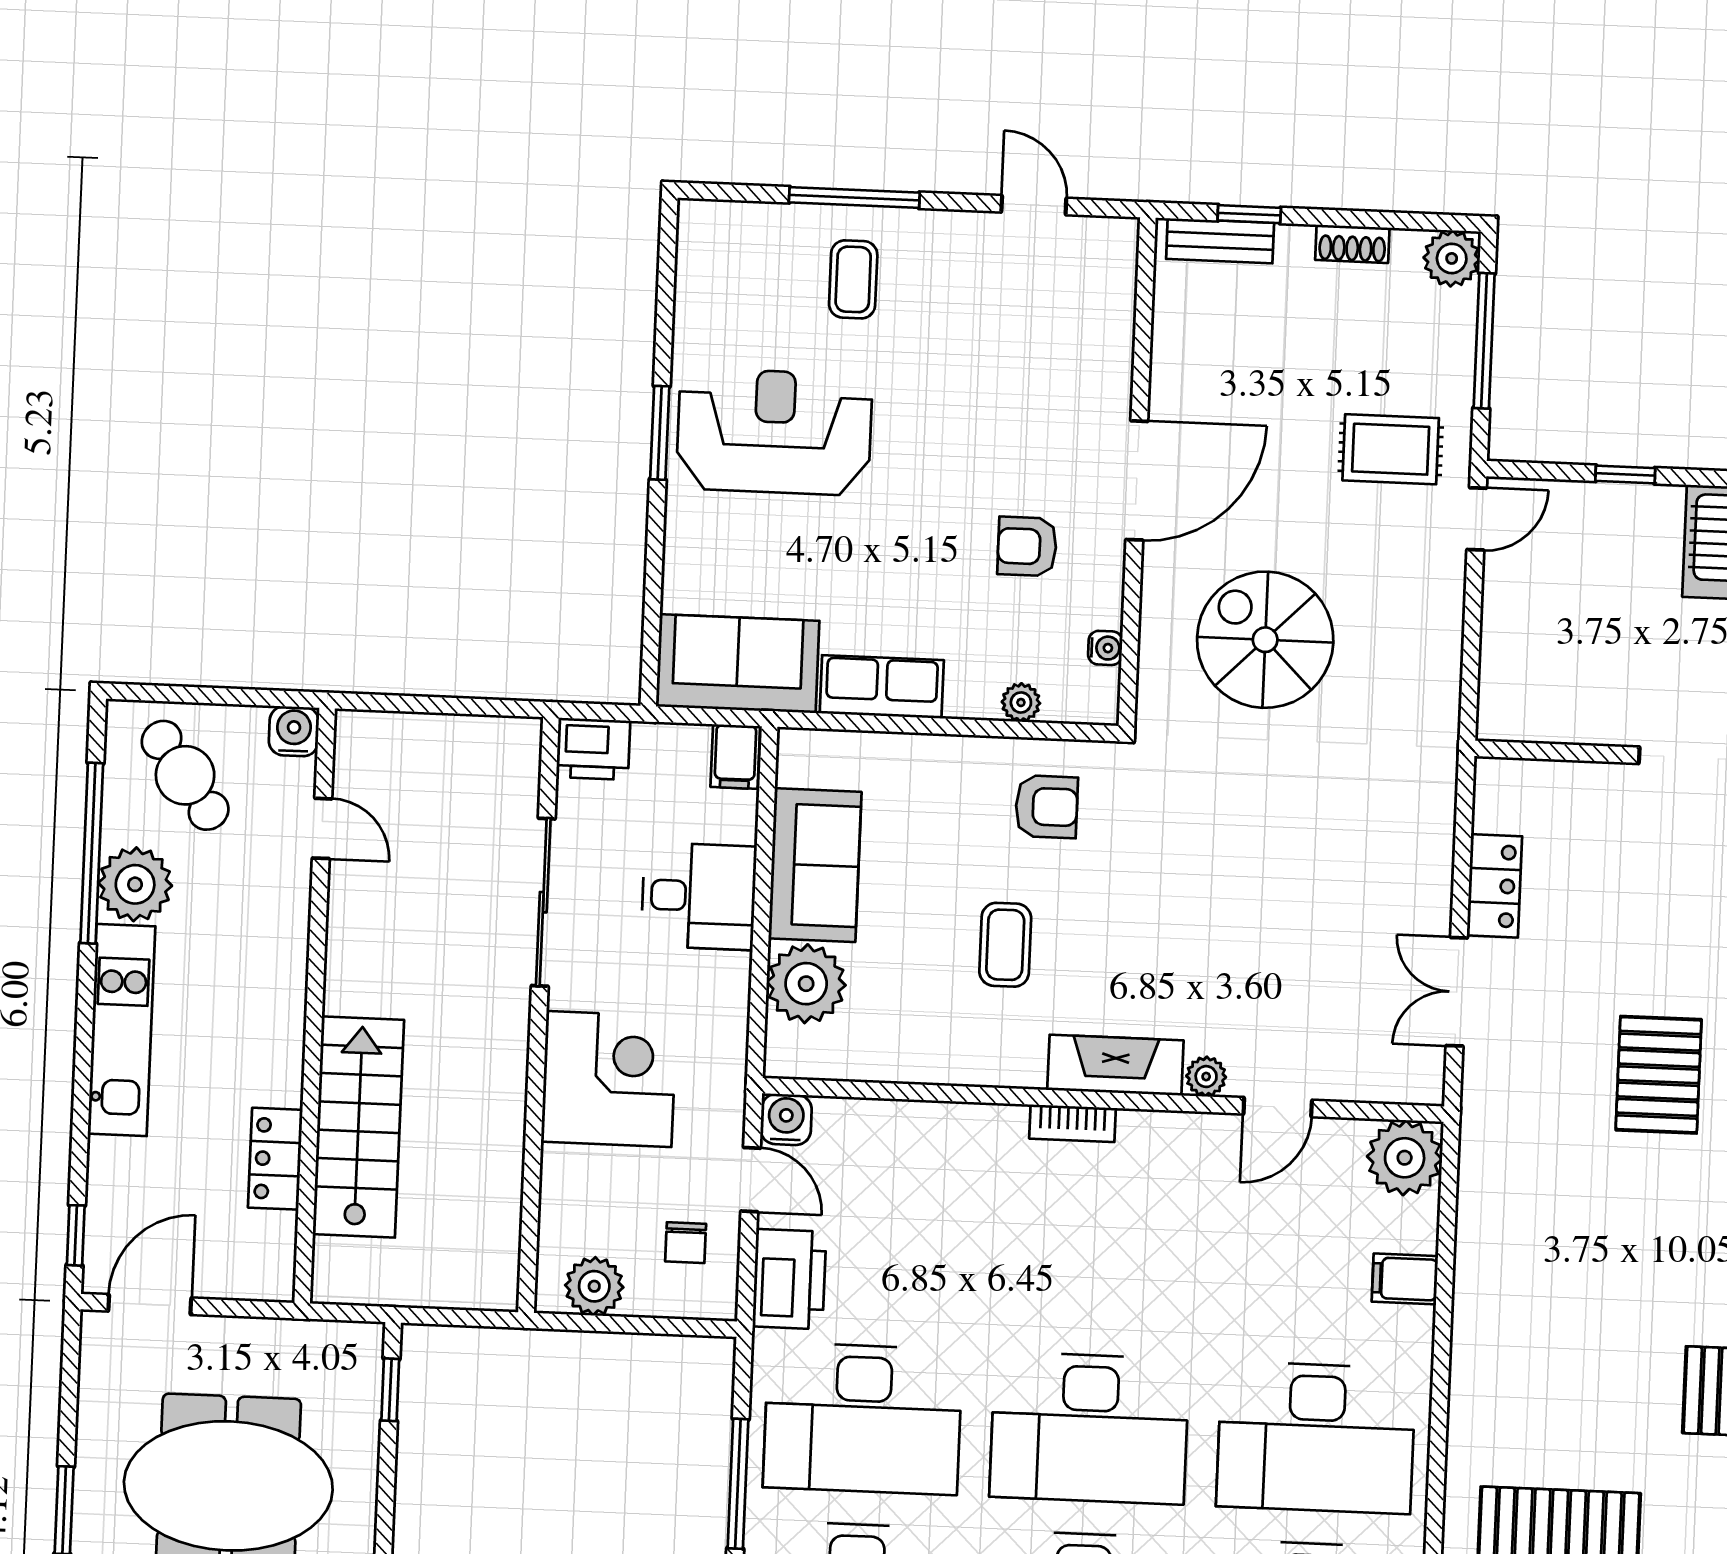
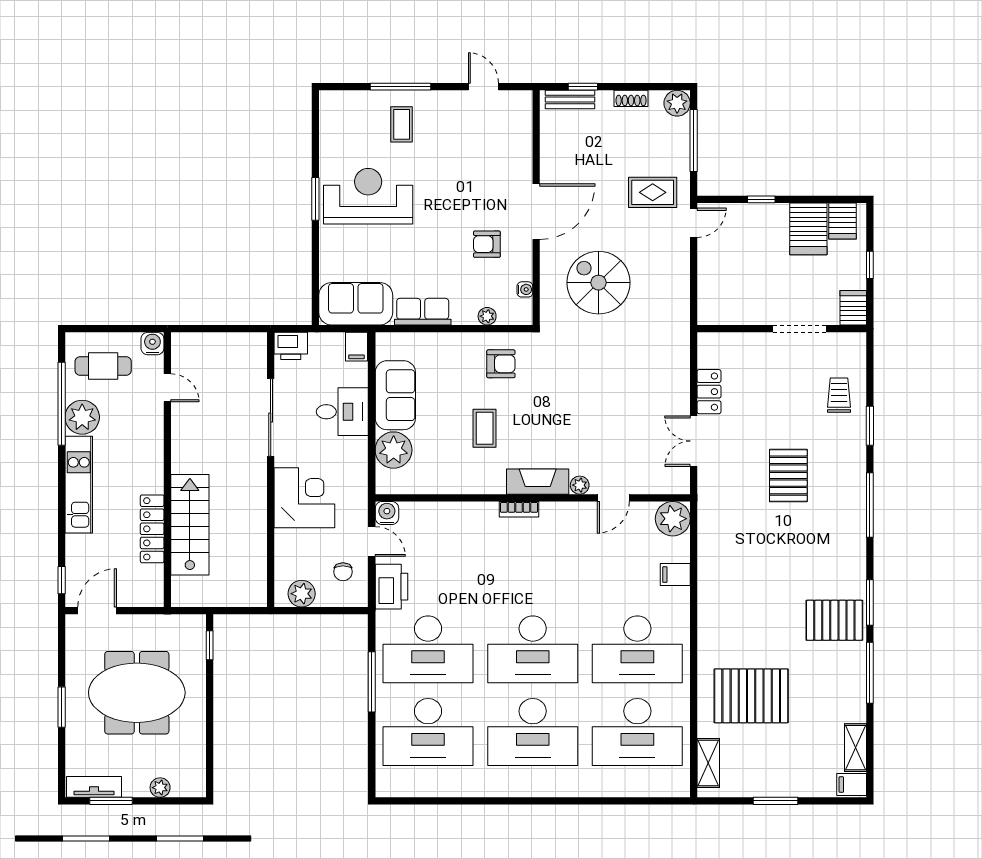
cafe table: (185, 775) -> (103, 366), turned -54
locker: (275, 1159) -> (152, 529), width x1.53

